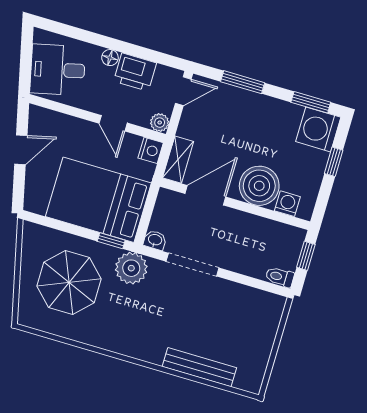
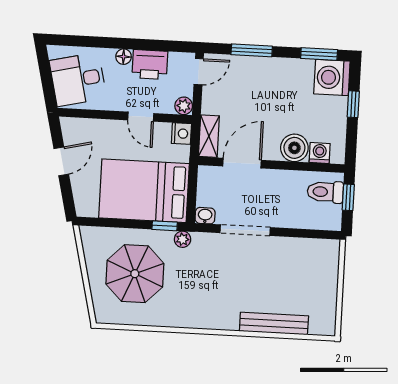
boiler: (259, 186) -> (294, 148), width x0.73, depth x0.73
plant: (131, 268) -> (183, 239), width x0.53, depth x0.53
toilet: (280, 277) -> (325, 192), moved, width x1.37, depth x1.39

